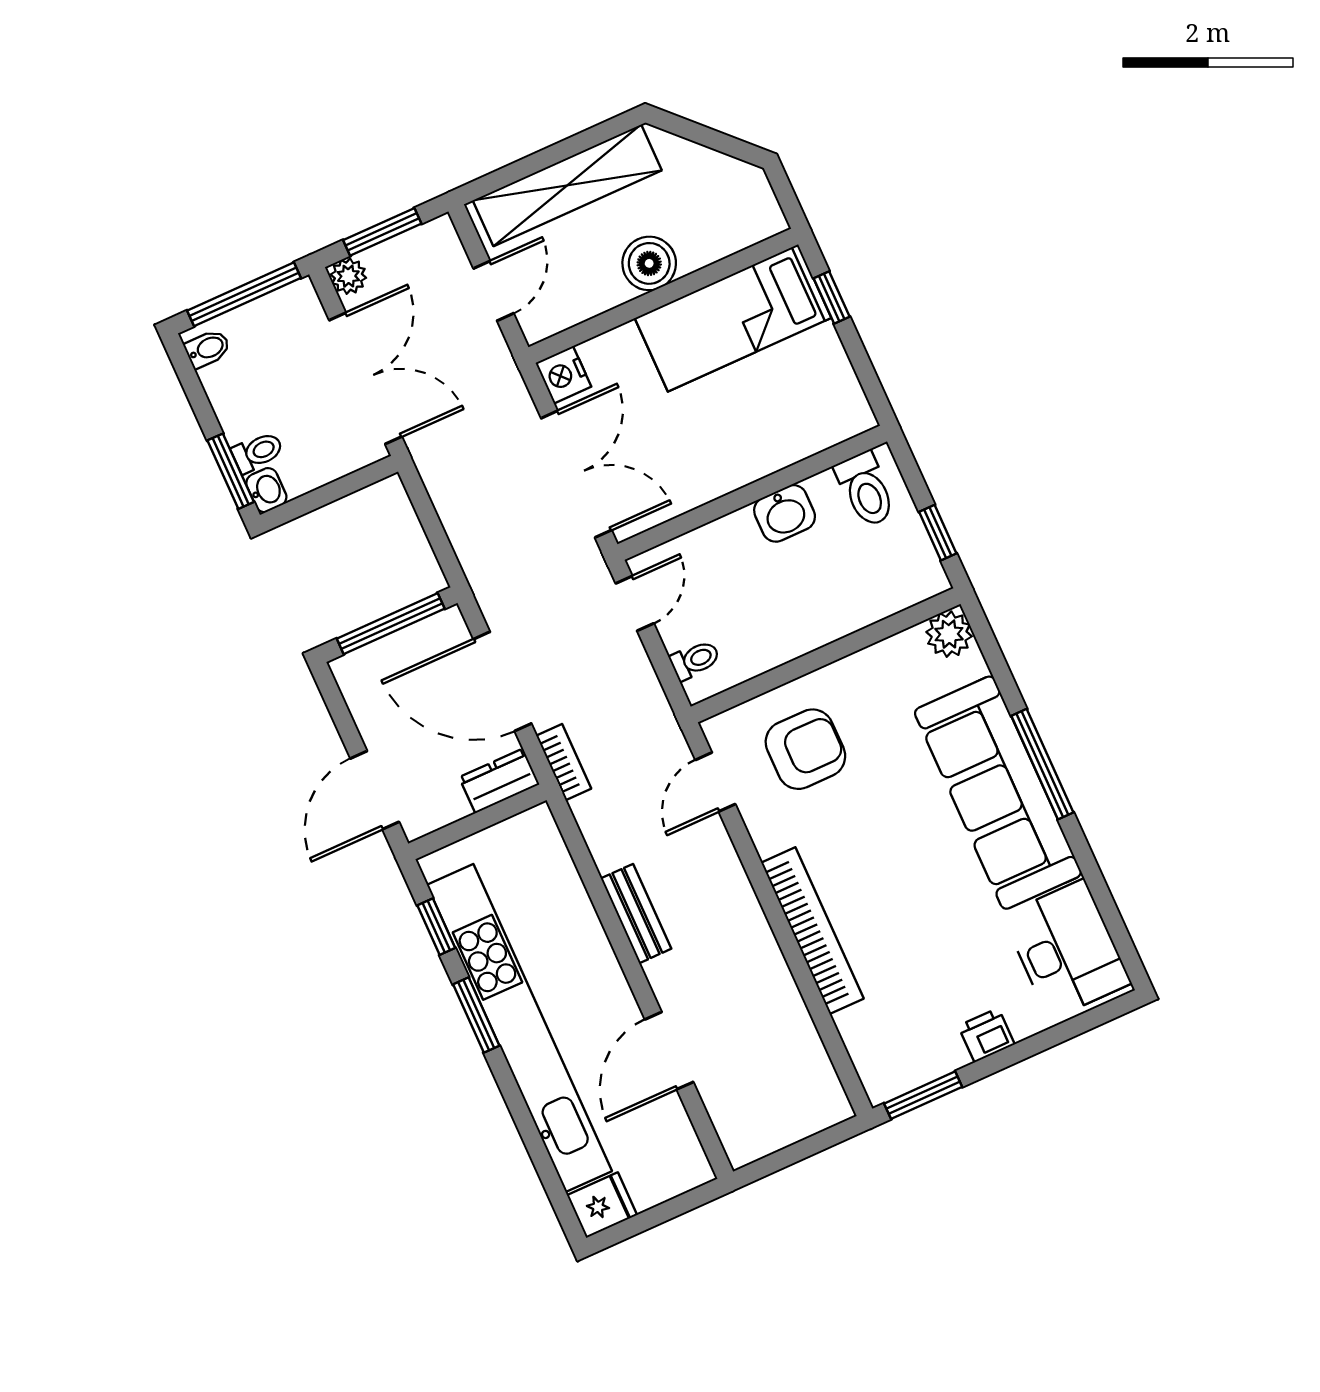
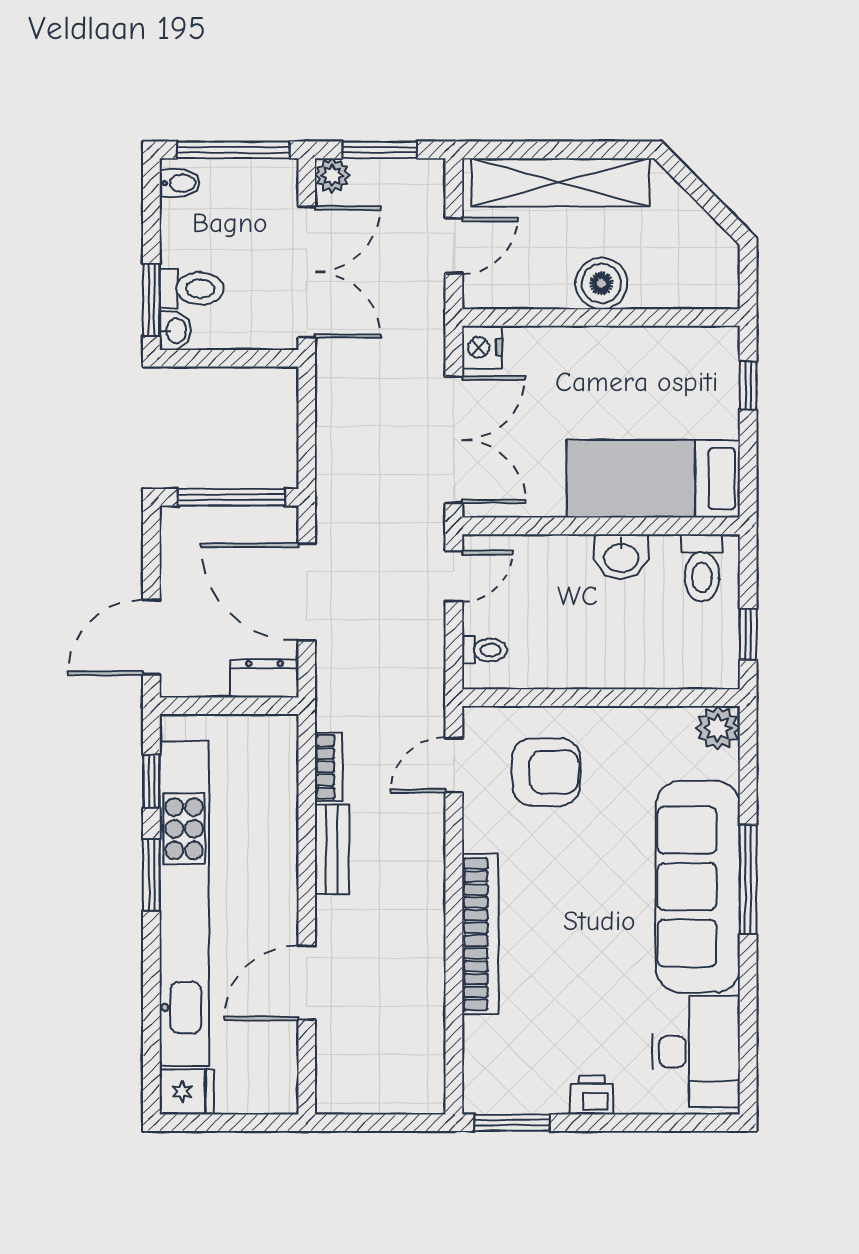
bed: (733, 318) -> (653, 479), moved
toilet: (258, 452) -> (191, 289), width x1.37, depth x1.39
bookcase: (564, 762) -> (329, 767), moved

